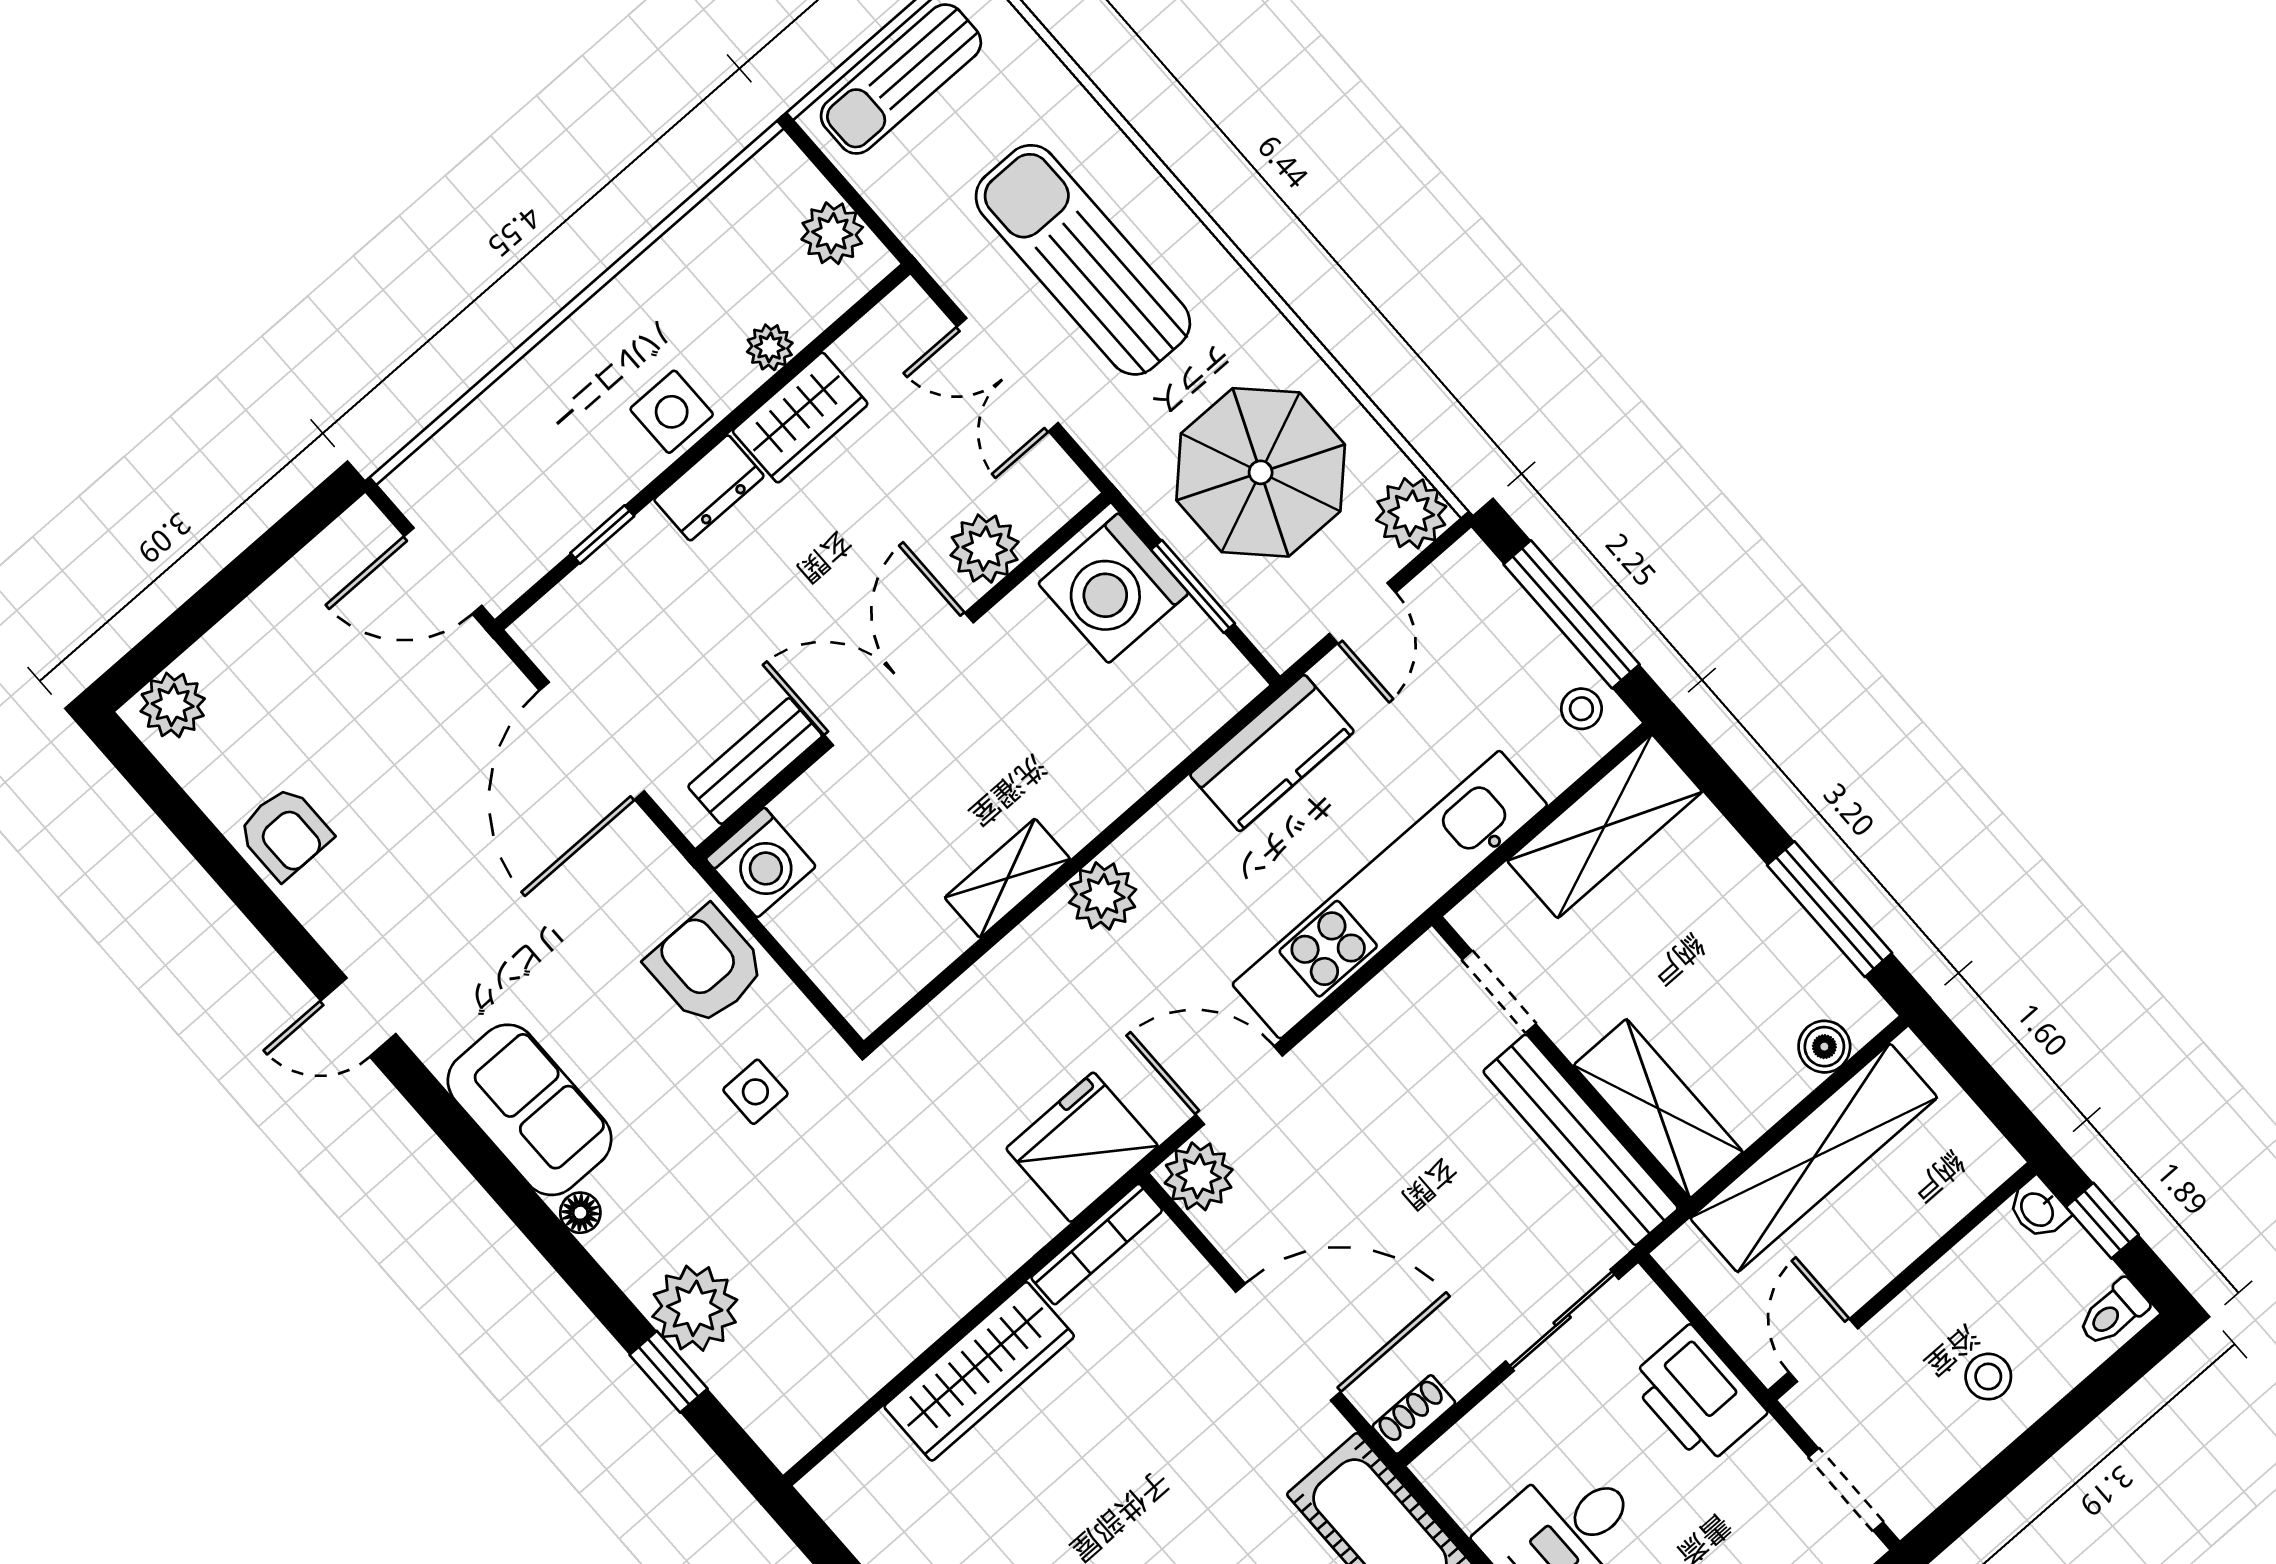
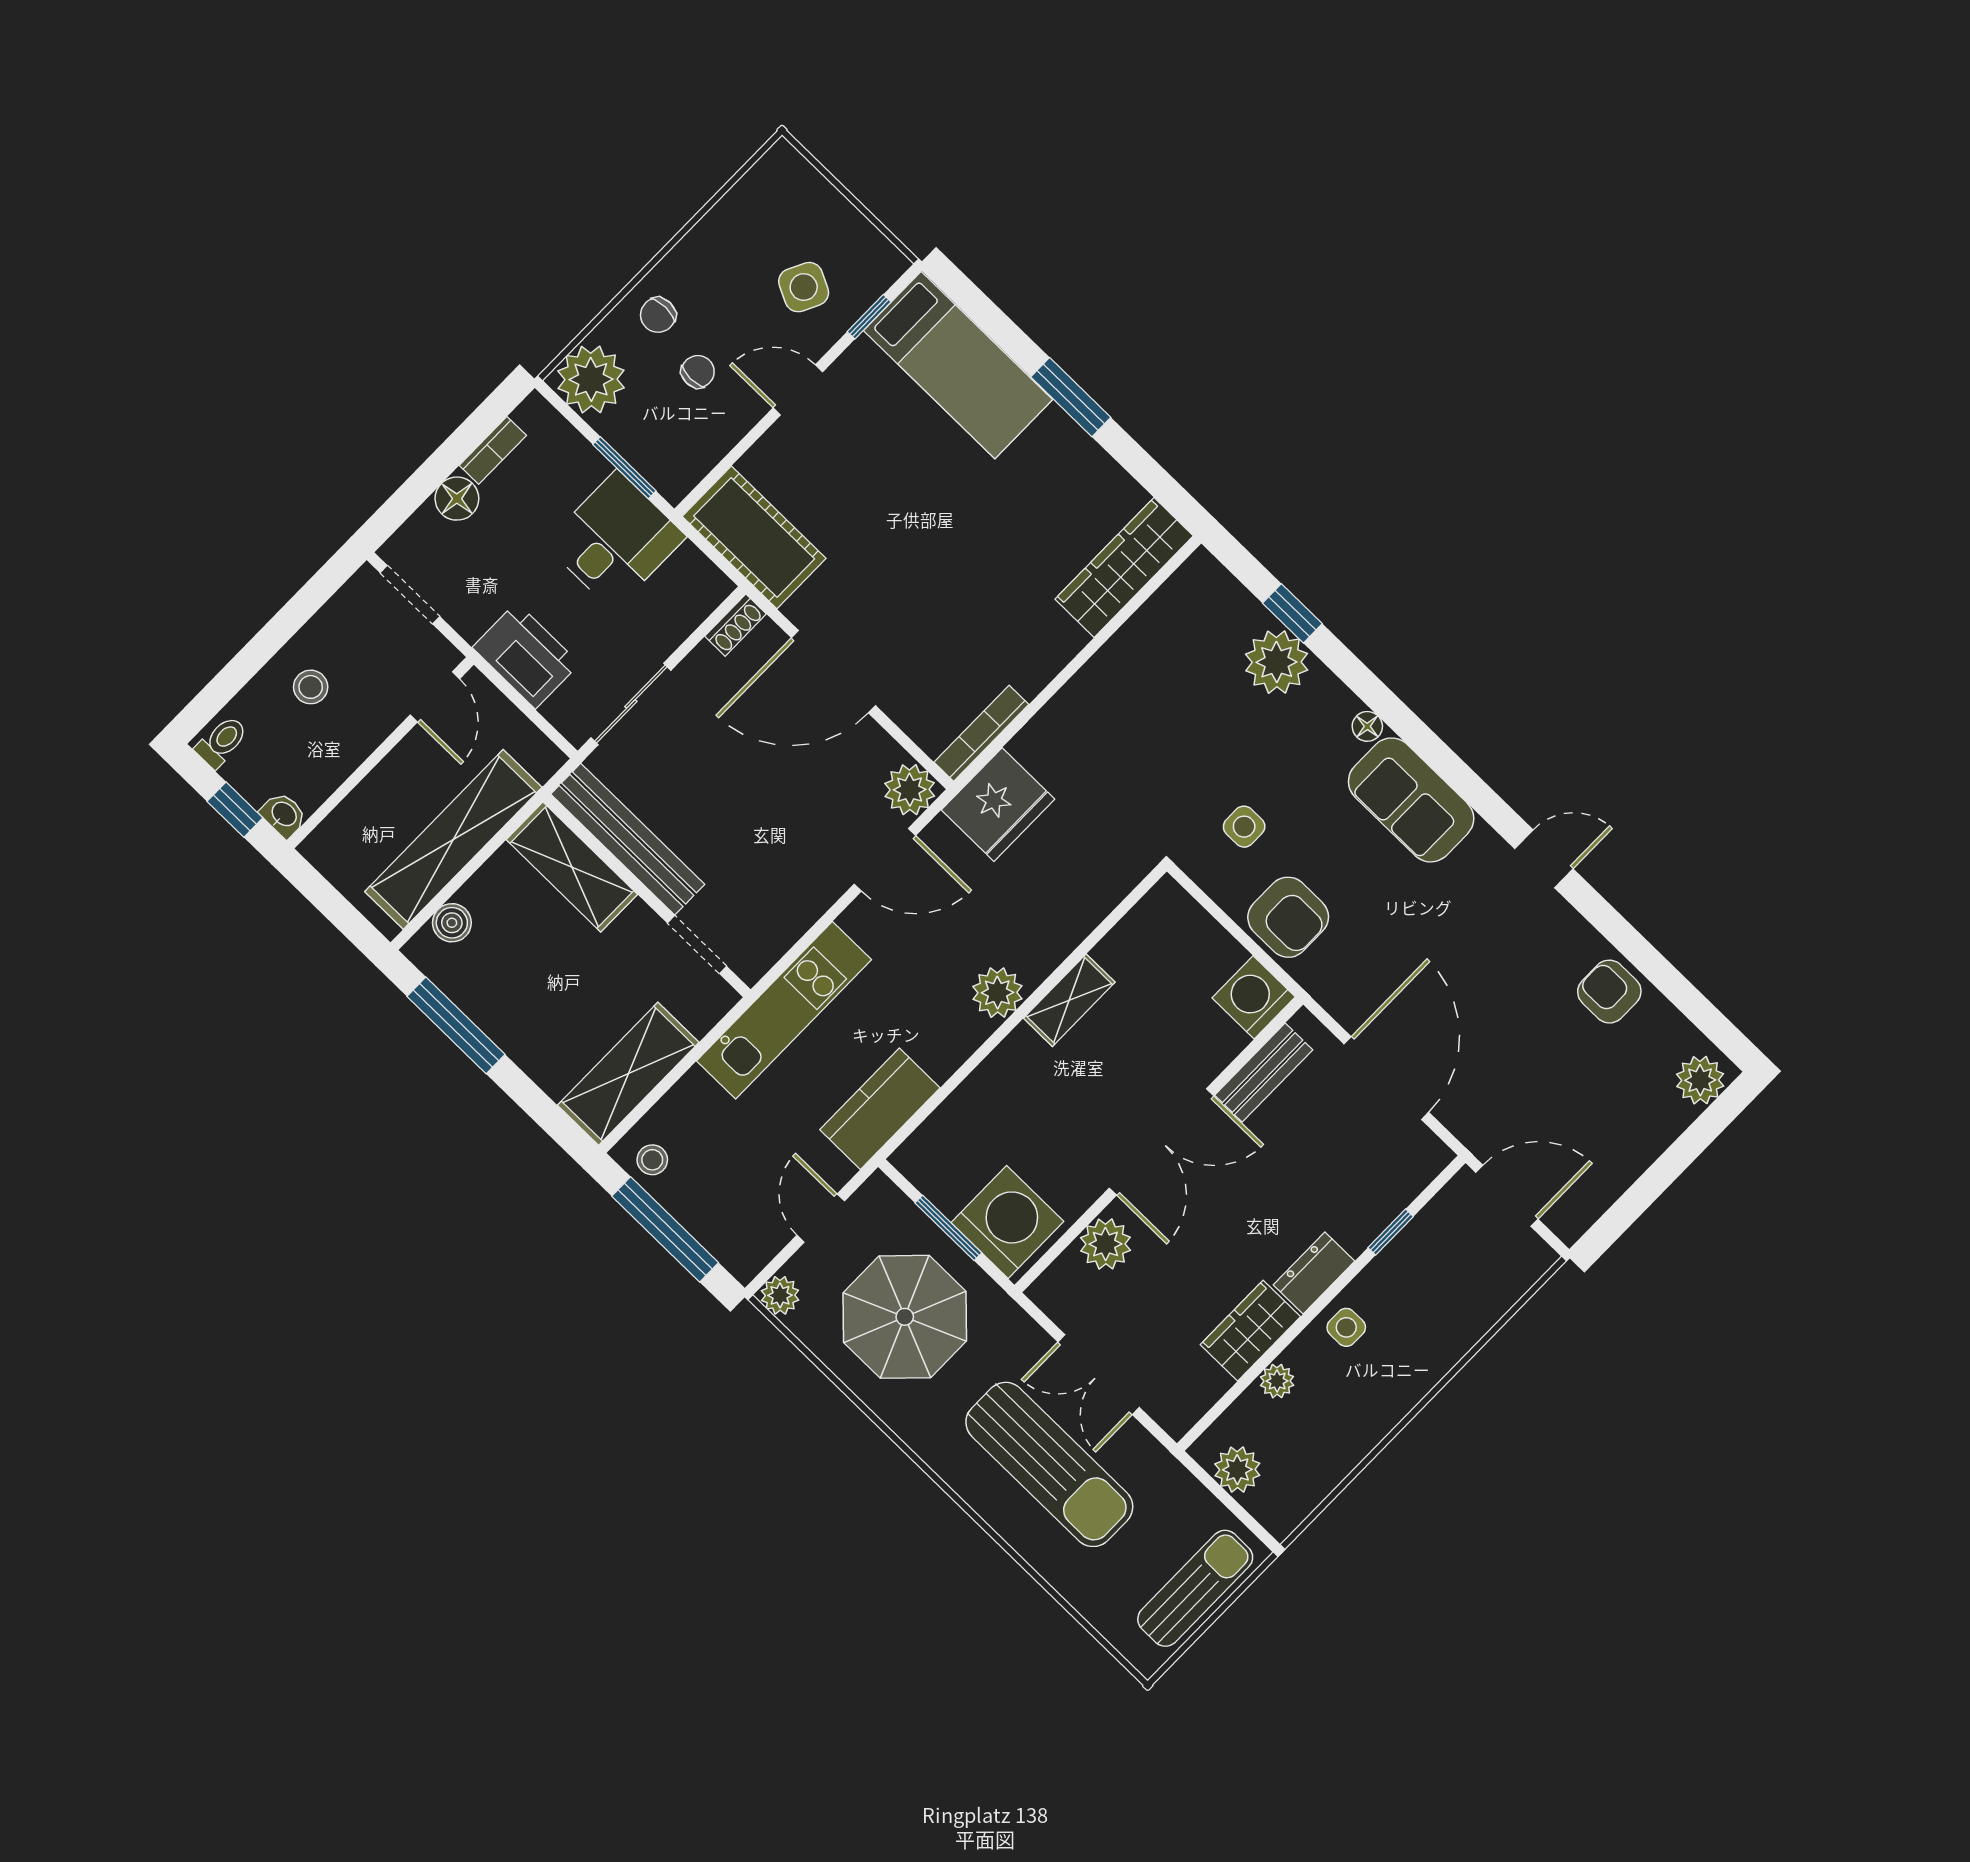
double door: (1008, 375) -> (1099, 1375), swing flipped
side table: (672, 412) -> (1346, 1327), width x0.73, depth x0.73
plant: (1411, 513) -> (780, 1295), width x0.73, depth x0.73
kitchen unit: (1390, 895) -> (784, 1010), width x0.73
wardrobe: (979, 1371) -> (1124, 567), moved

